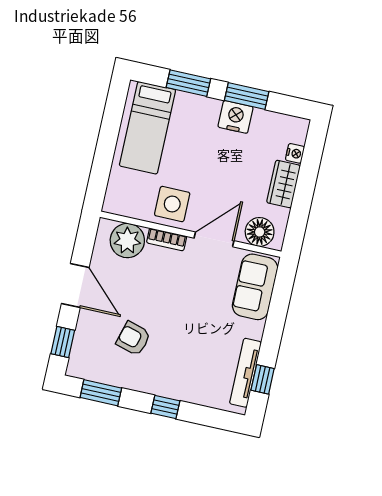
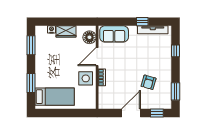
window: (247, 96) -> (31, 45), moved
nightstand: (235, 117) -> (41, 59), removed
door: (214, 239) -> (97, 57), hinge flipped
plant: (127, 241) -> (106, 95), removed
window: (263, 379) -> (142, 22), moved
window: (165, 407) -> (176, 51), moved

